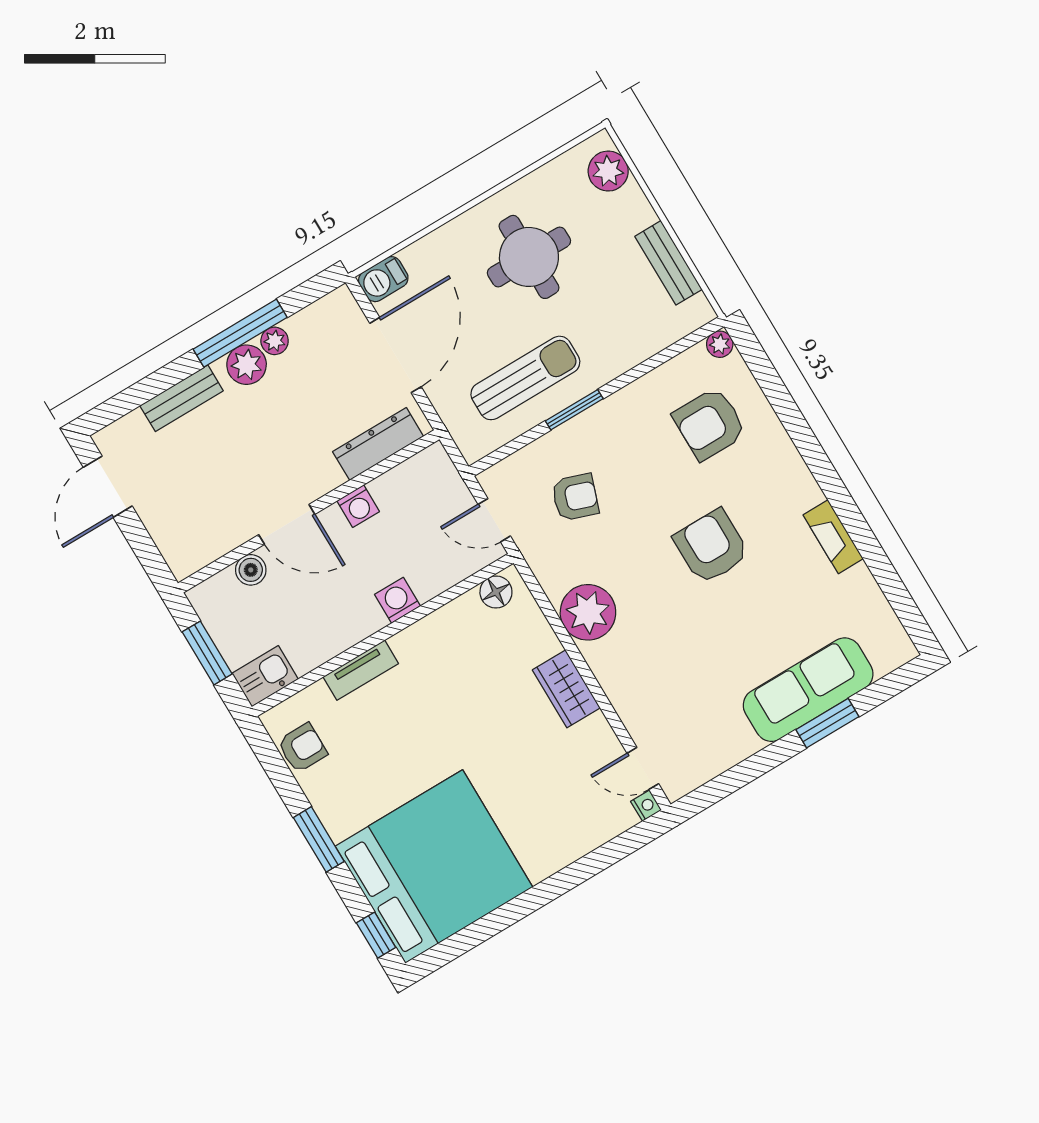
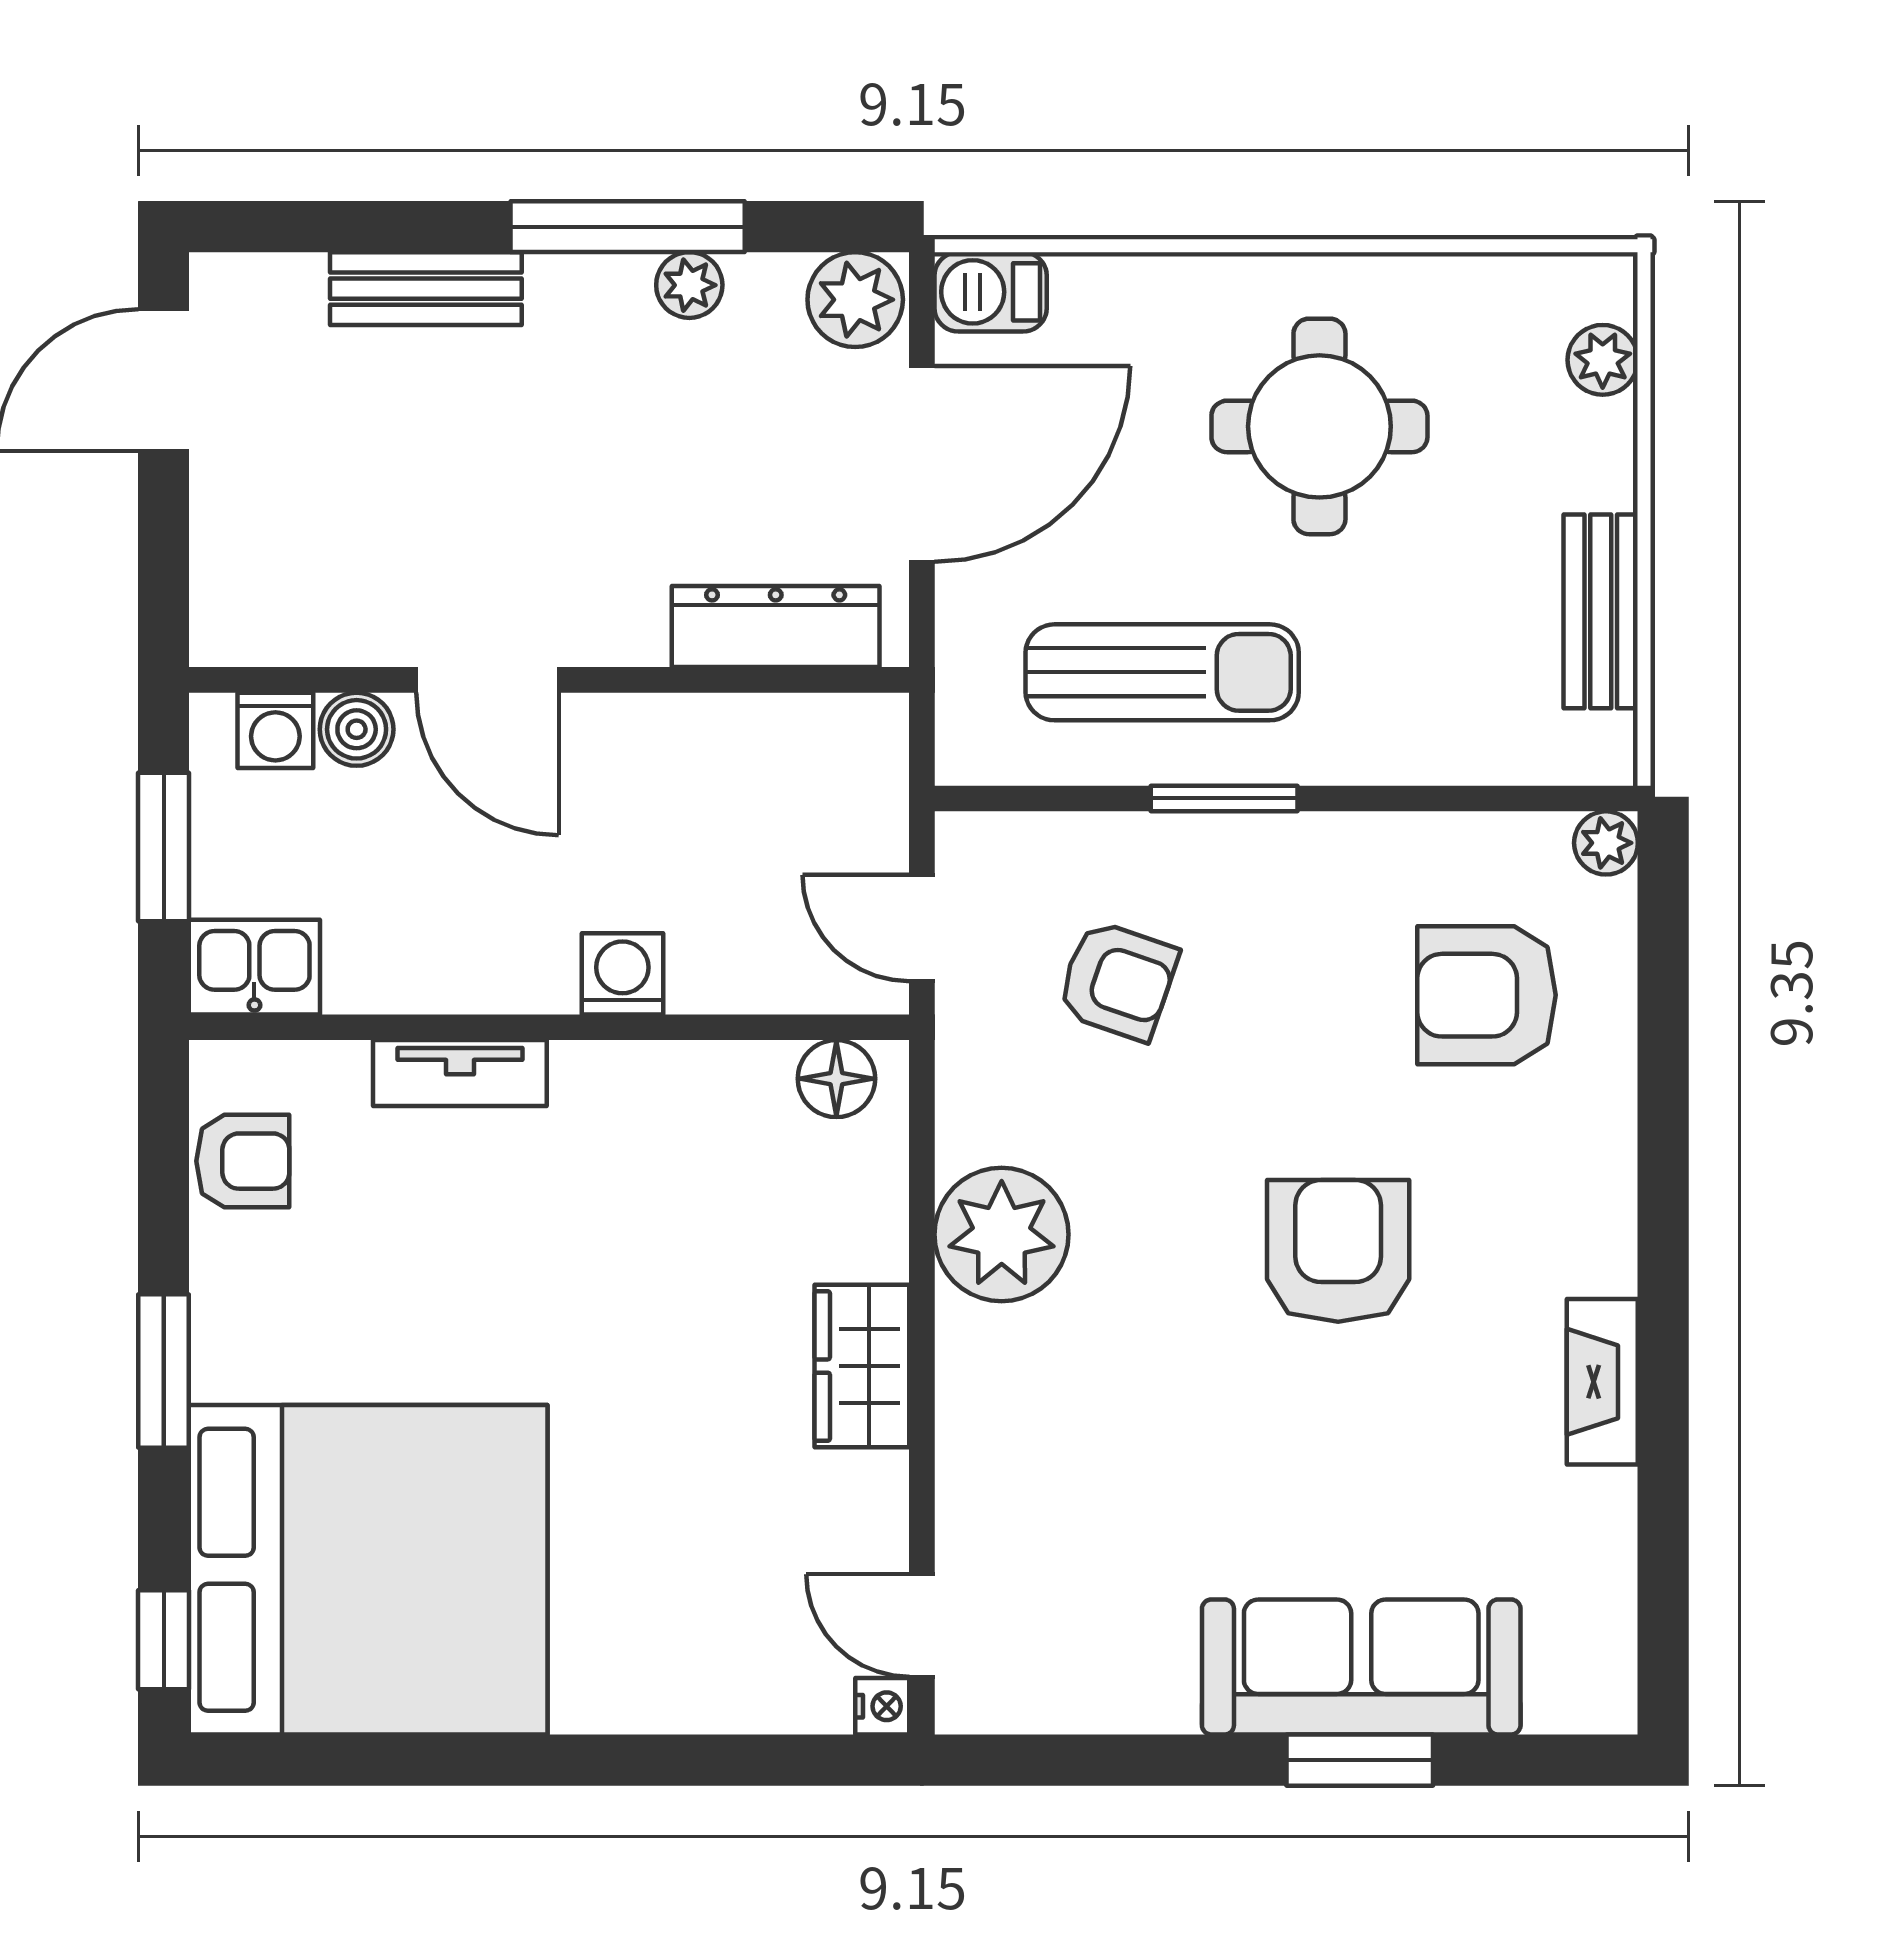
plant: (608, 171) -> (1603, 360), width x0.73, depth x0.73
plant: (247, 365) -> (855, 300), moved
washing machine: (358, 506) -> (275, 730), moved

